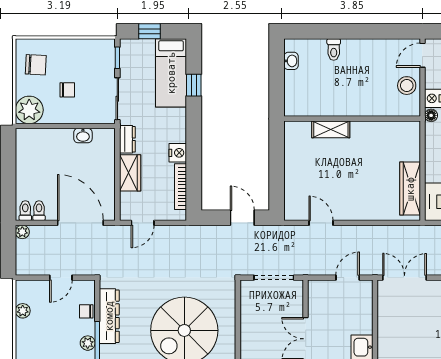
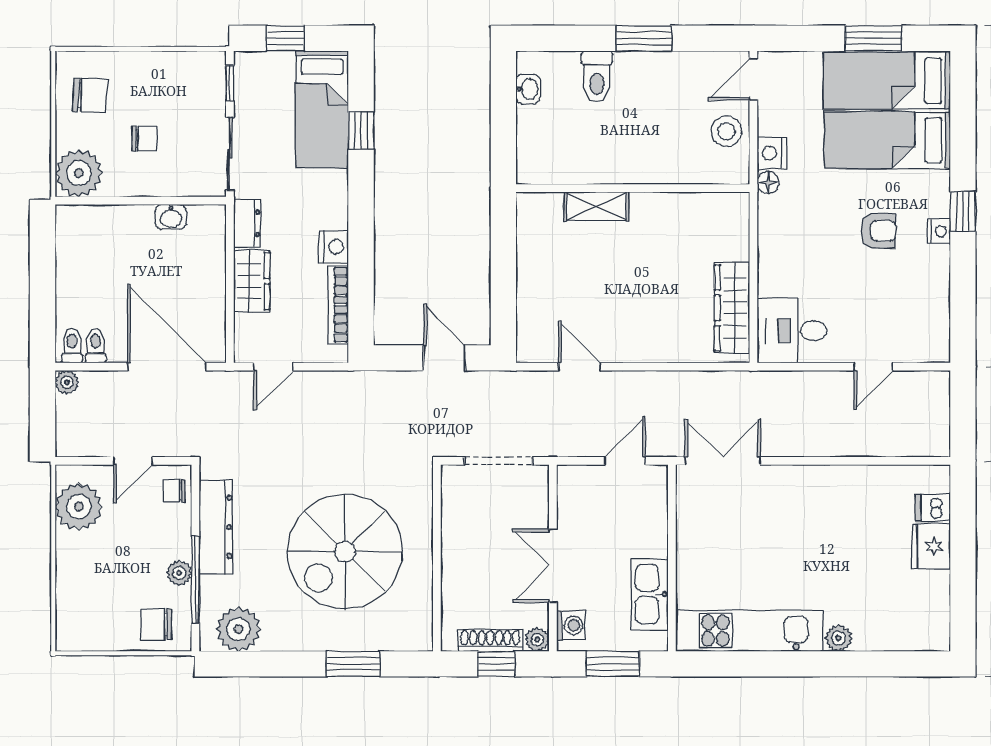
window: (359, 31) -> (644, 38), added
toilet: (334, 50) -> (597, 77), width x1.37, depth x1.39
plant: (23, 311) -> (79, 507), width x1.87, depth x1.87
chair: (86, 311) -> (174, 491), moved

